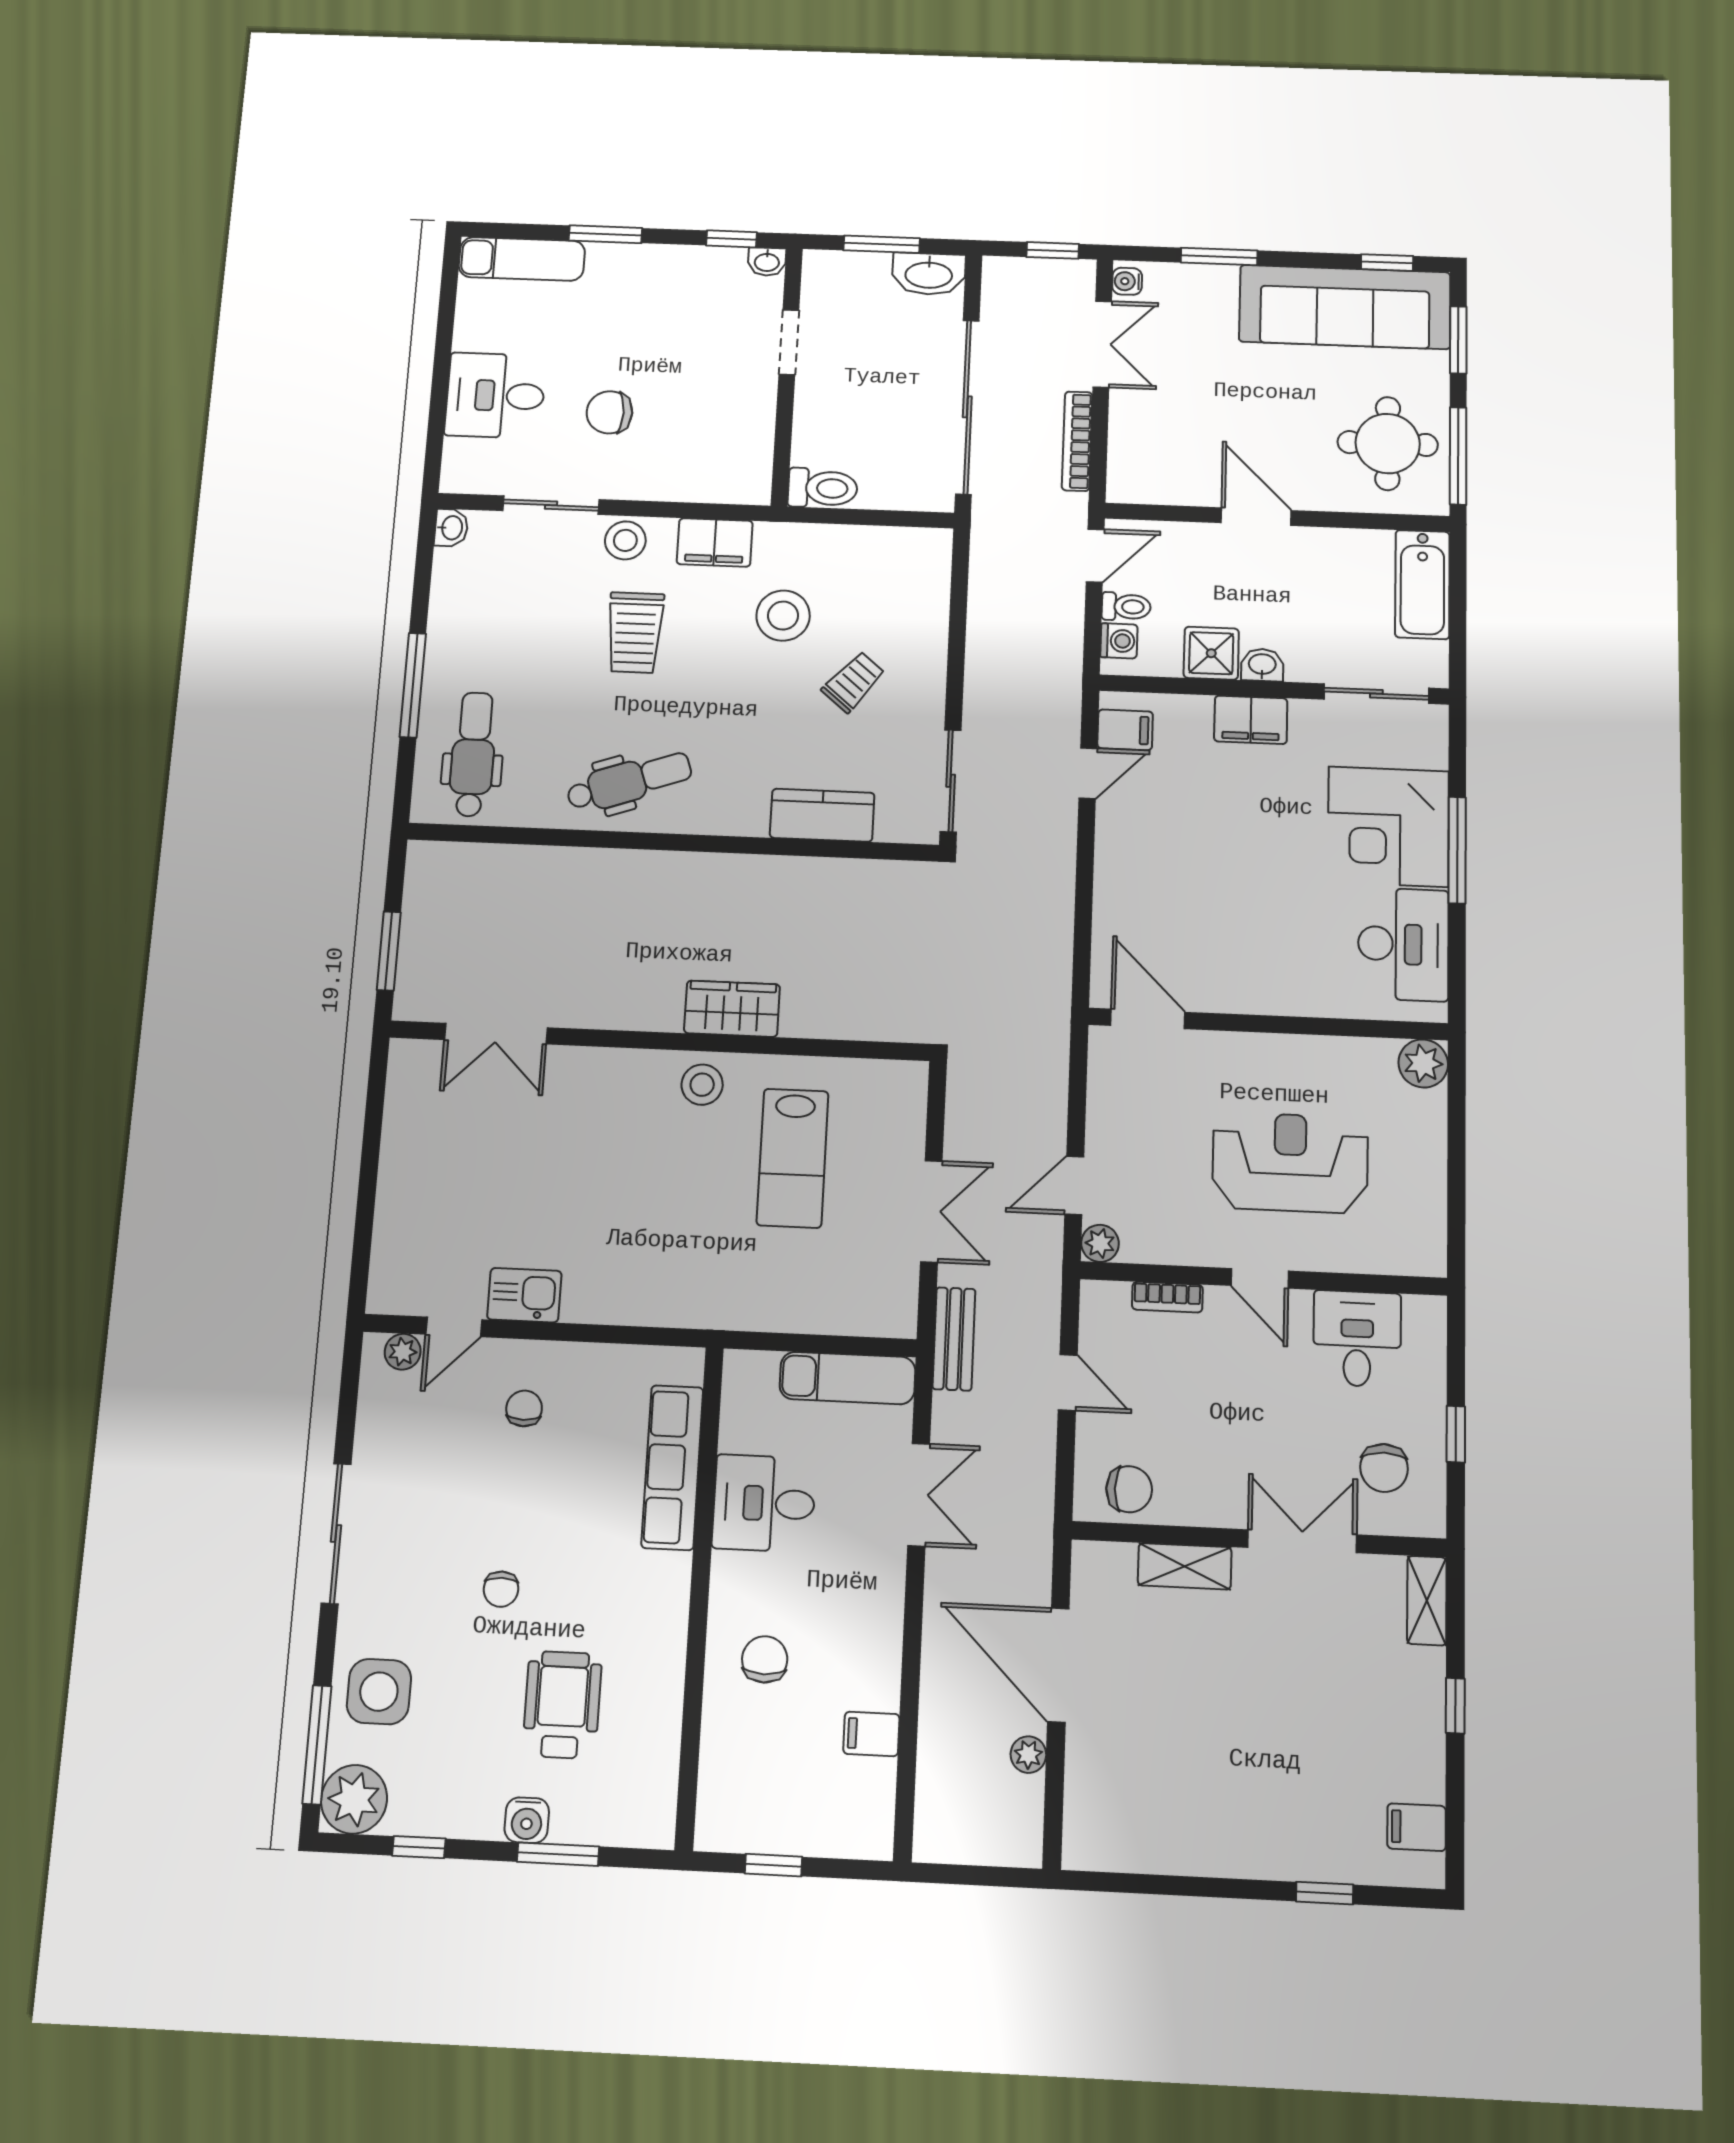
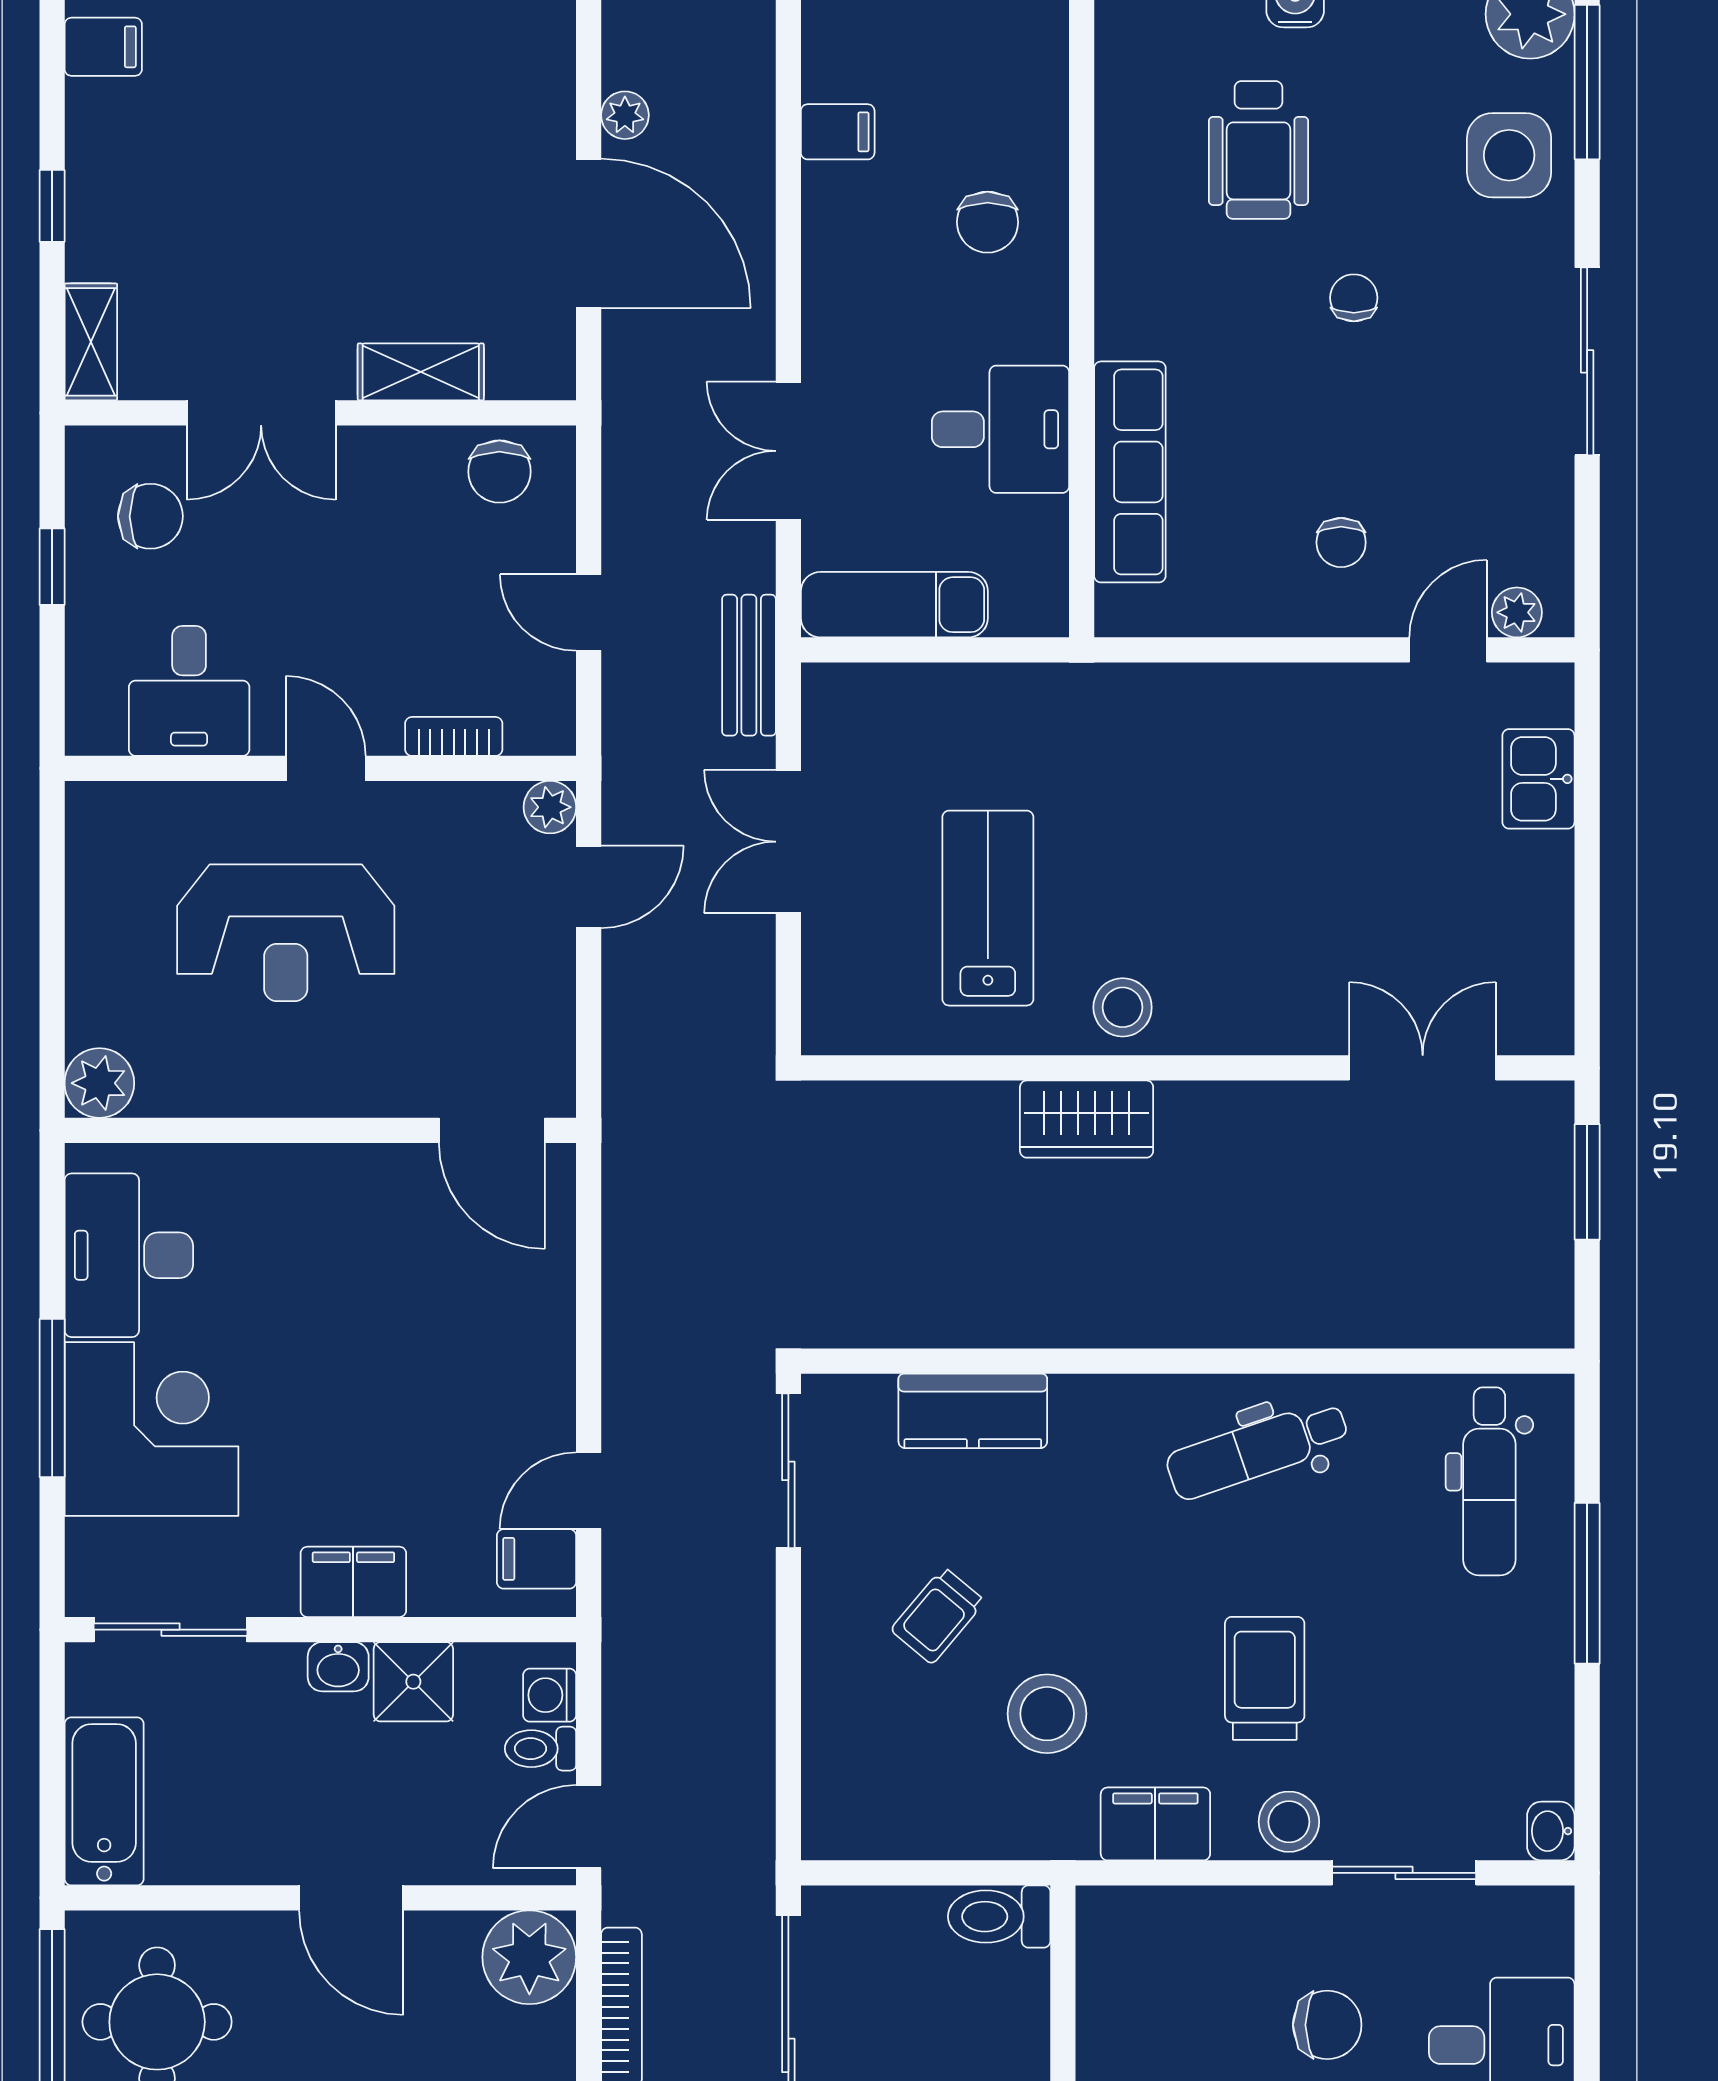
plant: (1138, 475) -> (529, 1957), added
kitchen sink: (524, 1295) -> (1538, 779), moved, turned 90
chair: (1384, 1468) -> (150, 516), turned 90
chair: (1129, 1489) -> (499, 472), turned -90

